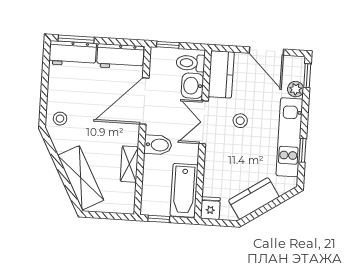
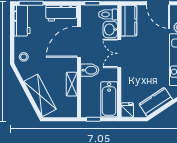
workbench: (73, 54) -> (22, 21), moved, turned -90
stool: (240, 121) -> (143, 51), removed

